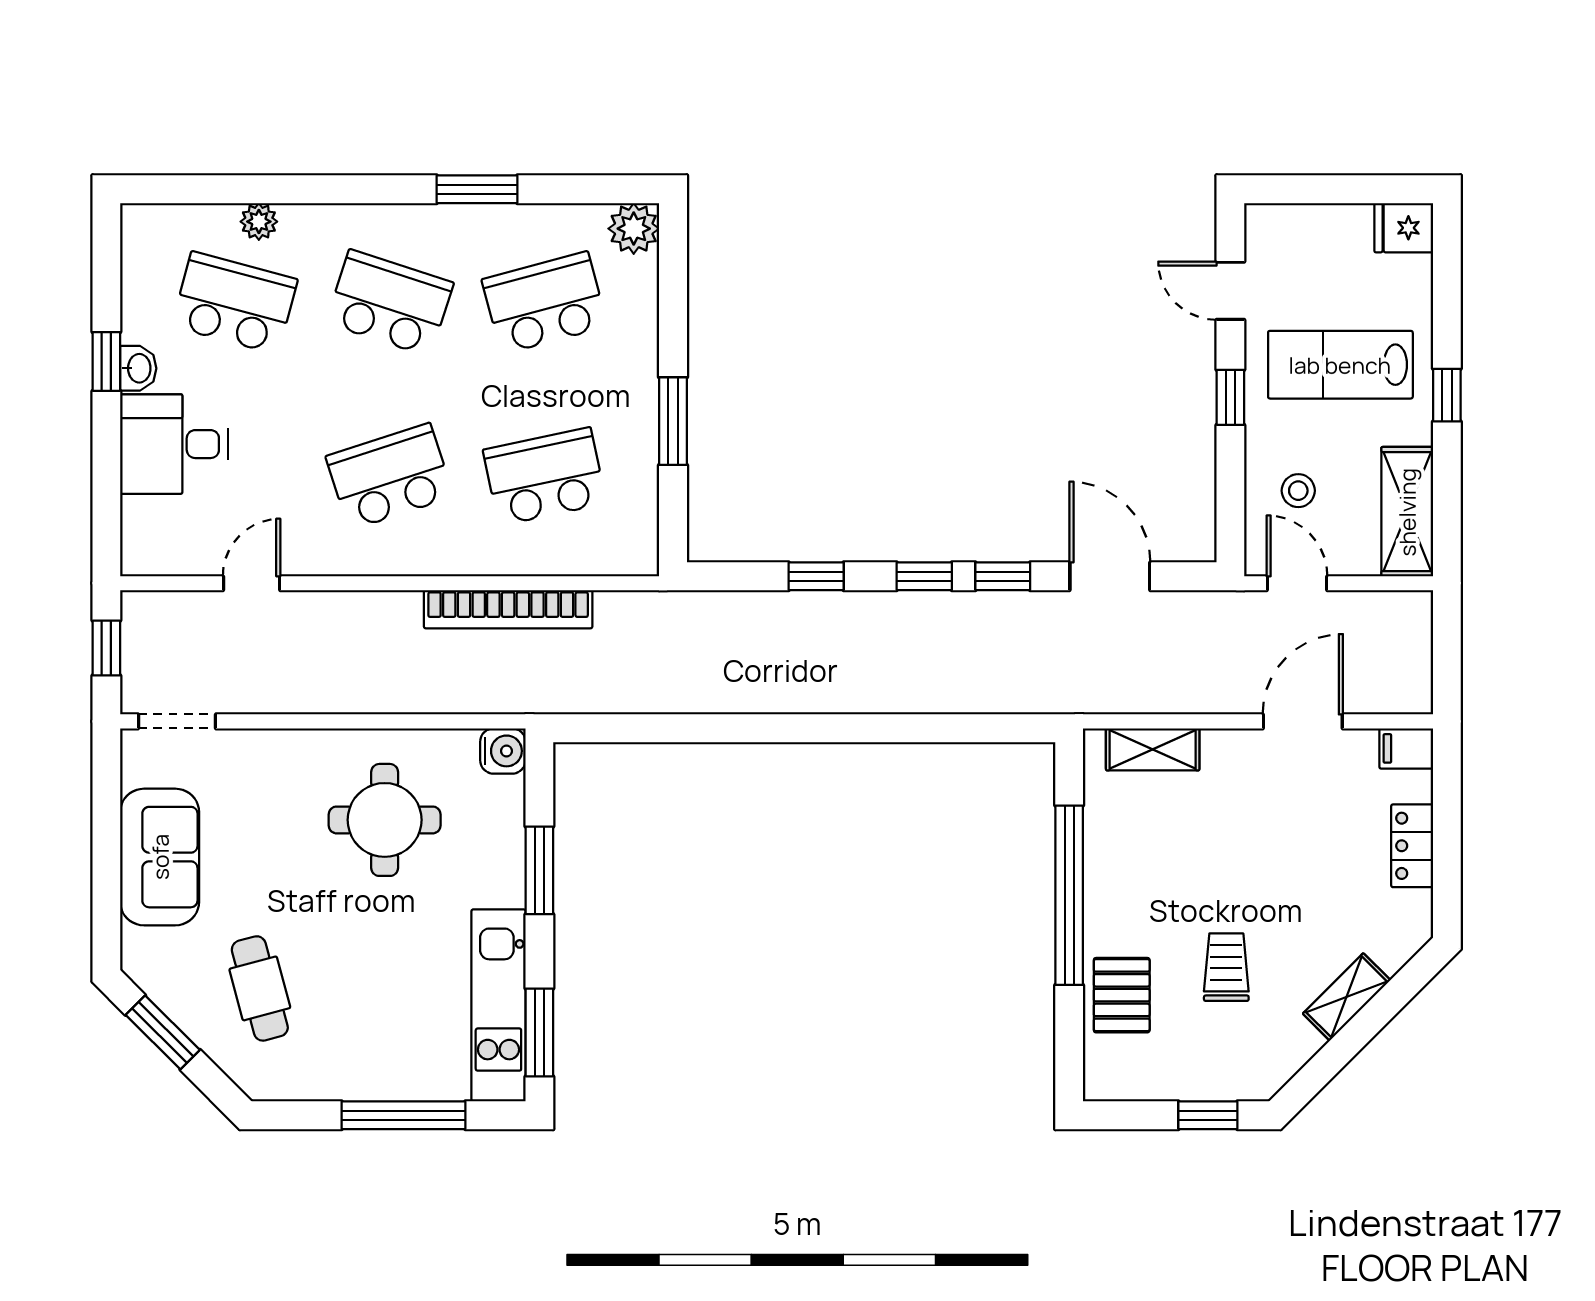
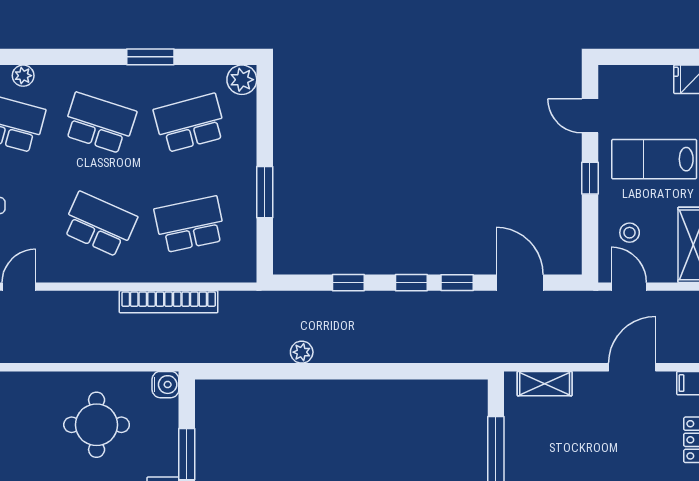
school desk: (390, 476) -> (99, 224), turned 42
plant: (736, 695) -> (302, 352), added

